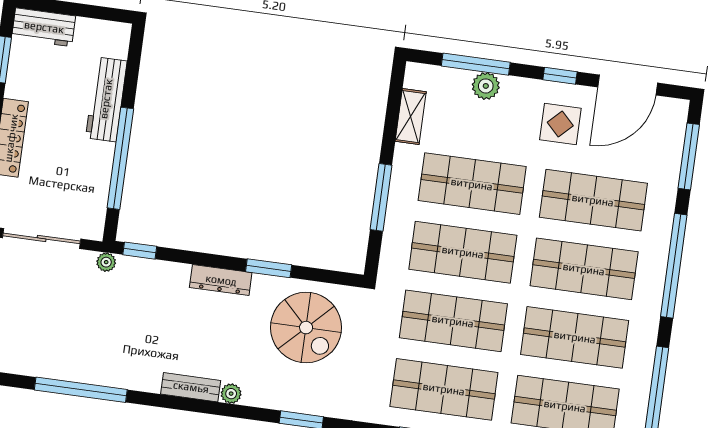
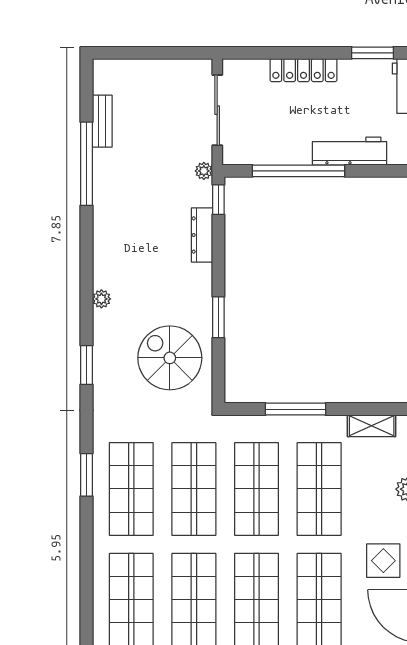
dresser: (221, 280) -> (202, 235), moved
spiral stairs: (306, 328) -> (170, 358), turned 90
bench: (191, 387) -> (102, 121), moved

